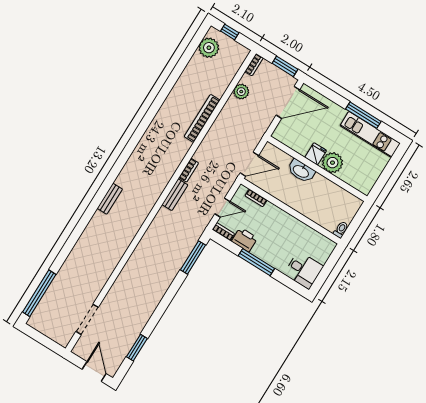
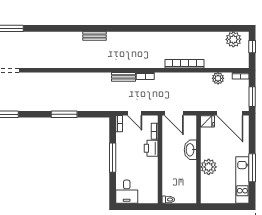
fridge: (316, 154) -> (208, 121), moved
printer: (245, 240) -> (151, 148), moved, turned 180
window: (193, 257) -> (64, 114), moved

